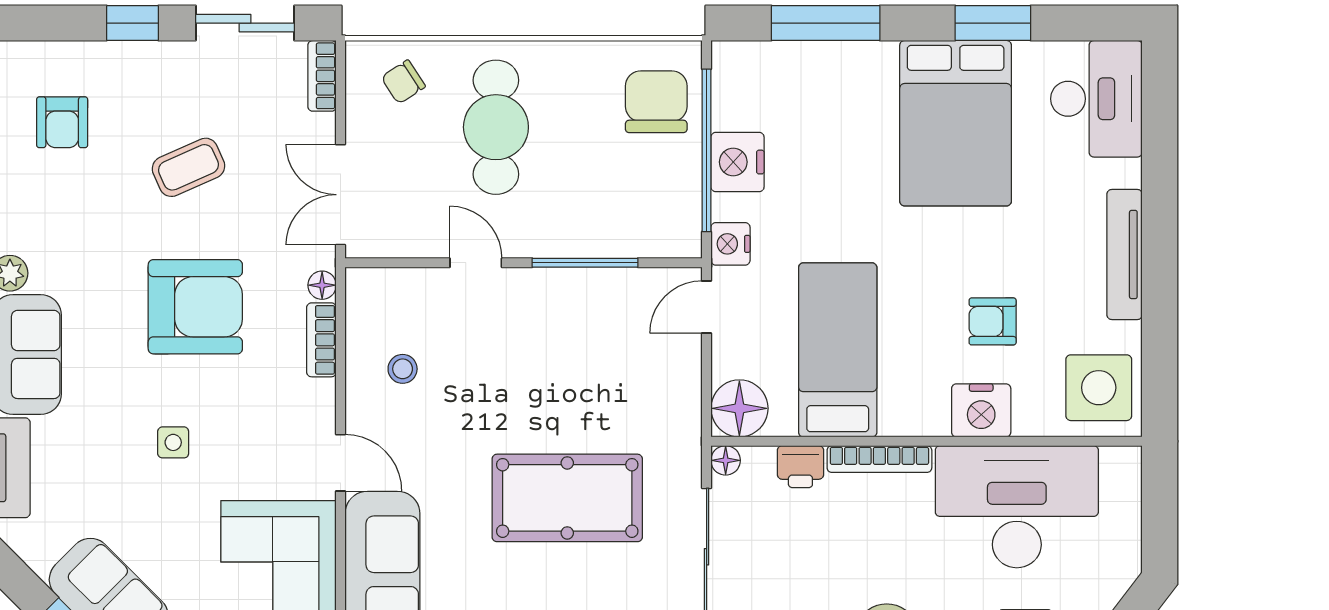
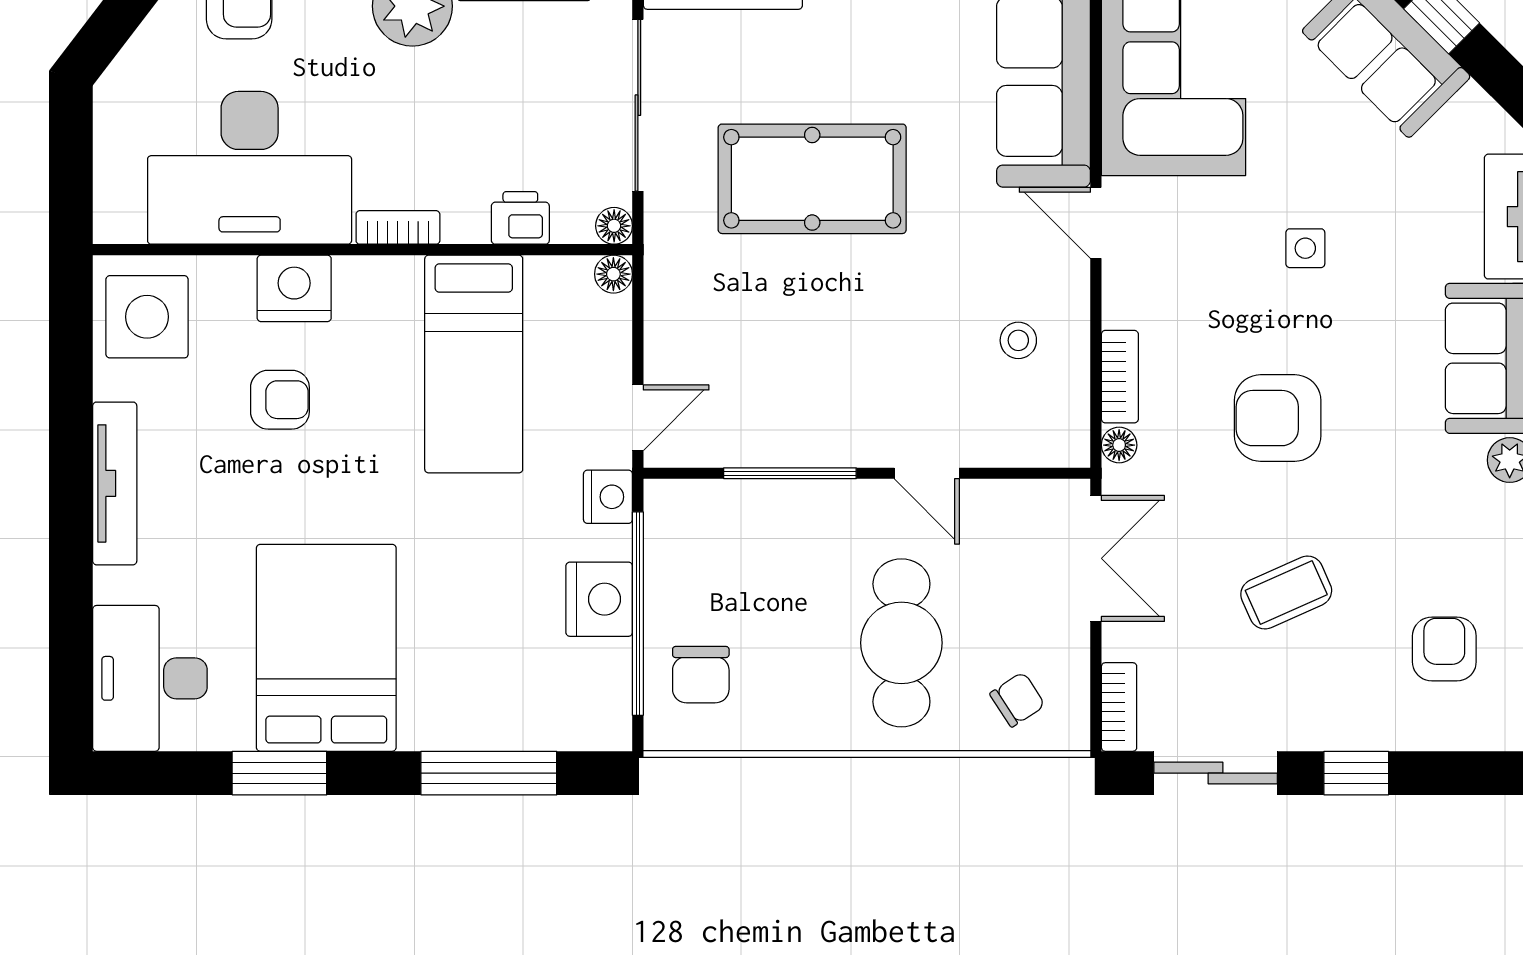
chair: (656, 102) -> (701, 675), width x0.73, depth x0.73
armchair: (195, 307) -> (1278, 418), width x0.73, depth x0.73
floor lamp: (739, 408) -> (613, 274), width x0.53, depth x0.53
bookcase: (879, 459) -> (398, 227), width x0.64

